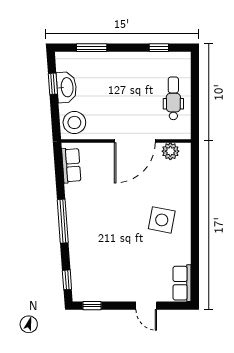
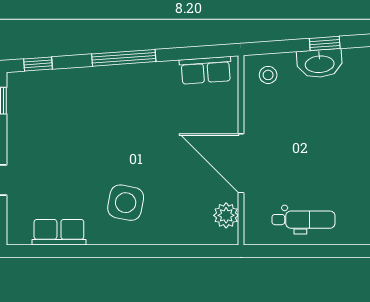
stool: (74, 122) -> (268, 75), width x0.53, depth x0.53
row of seats: (182, 283) -> (59, 232), moved

